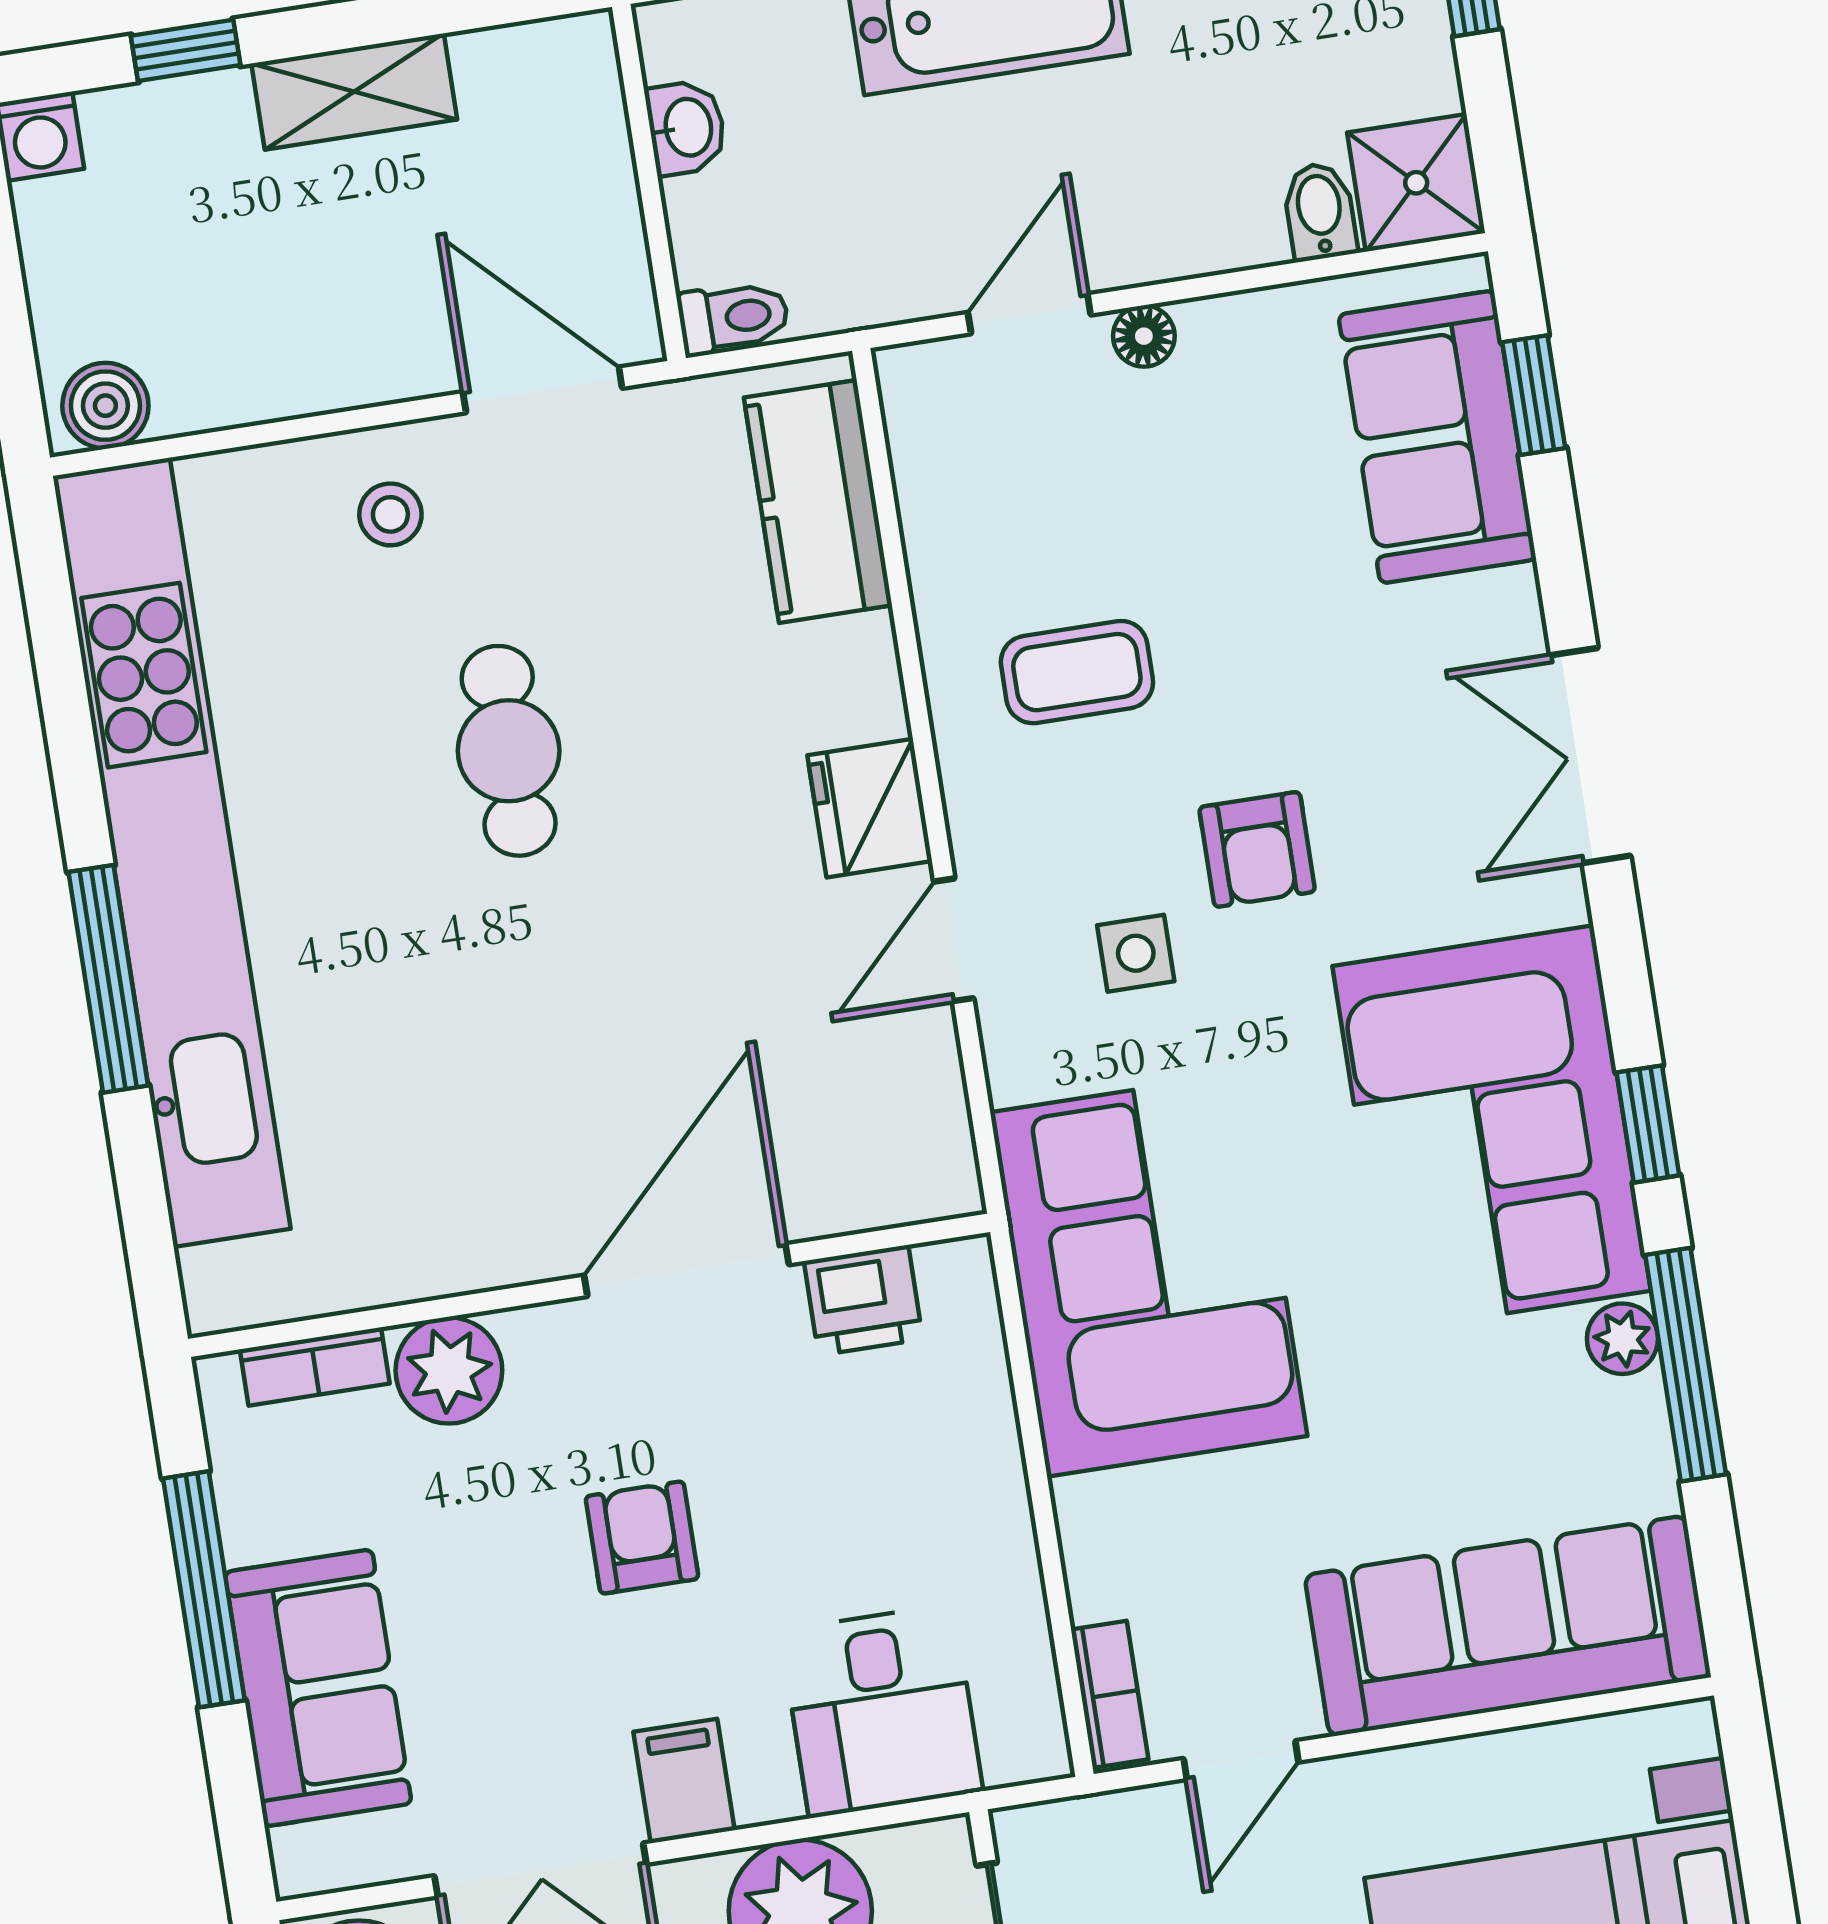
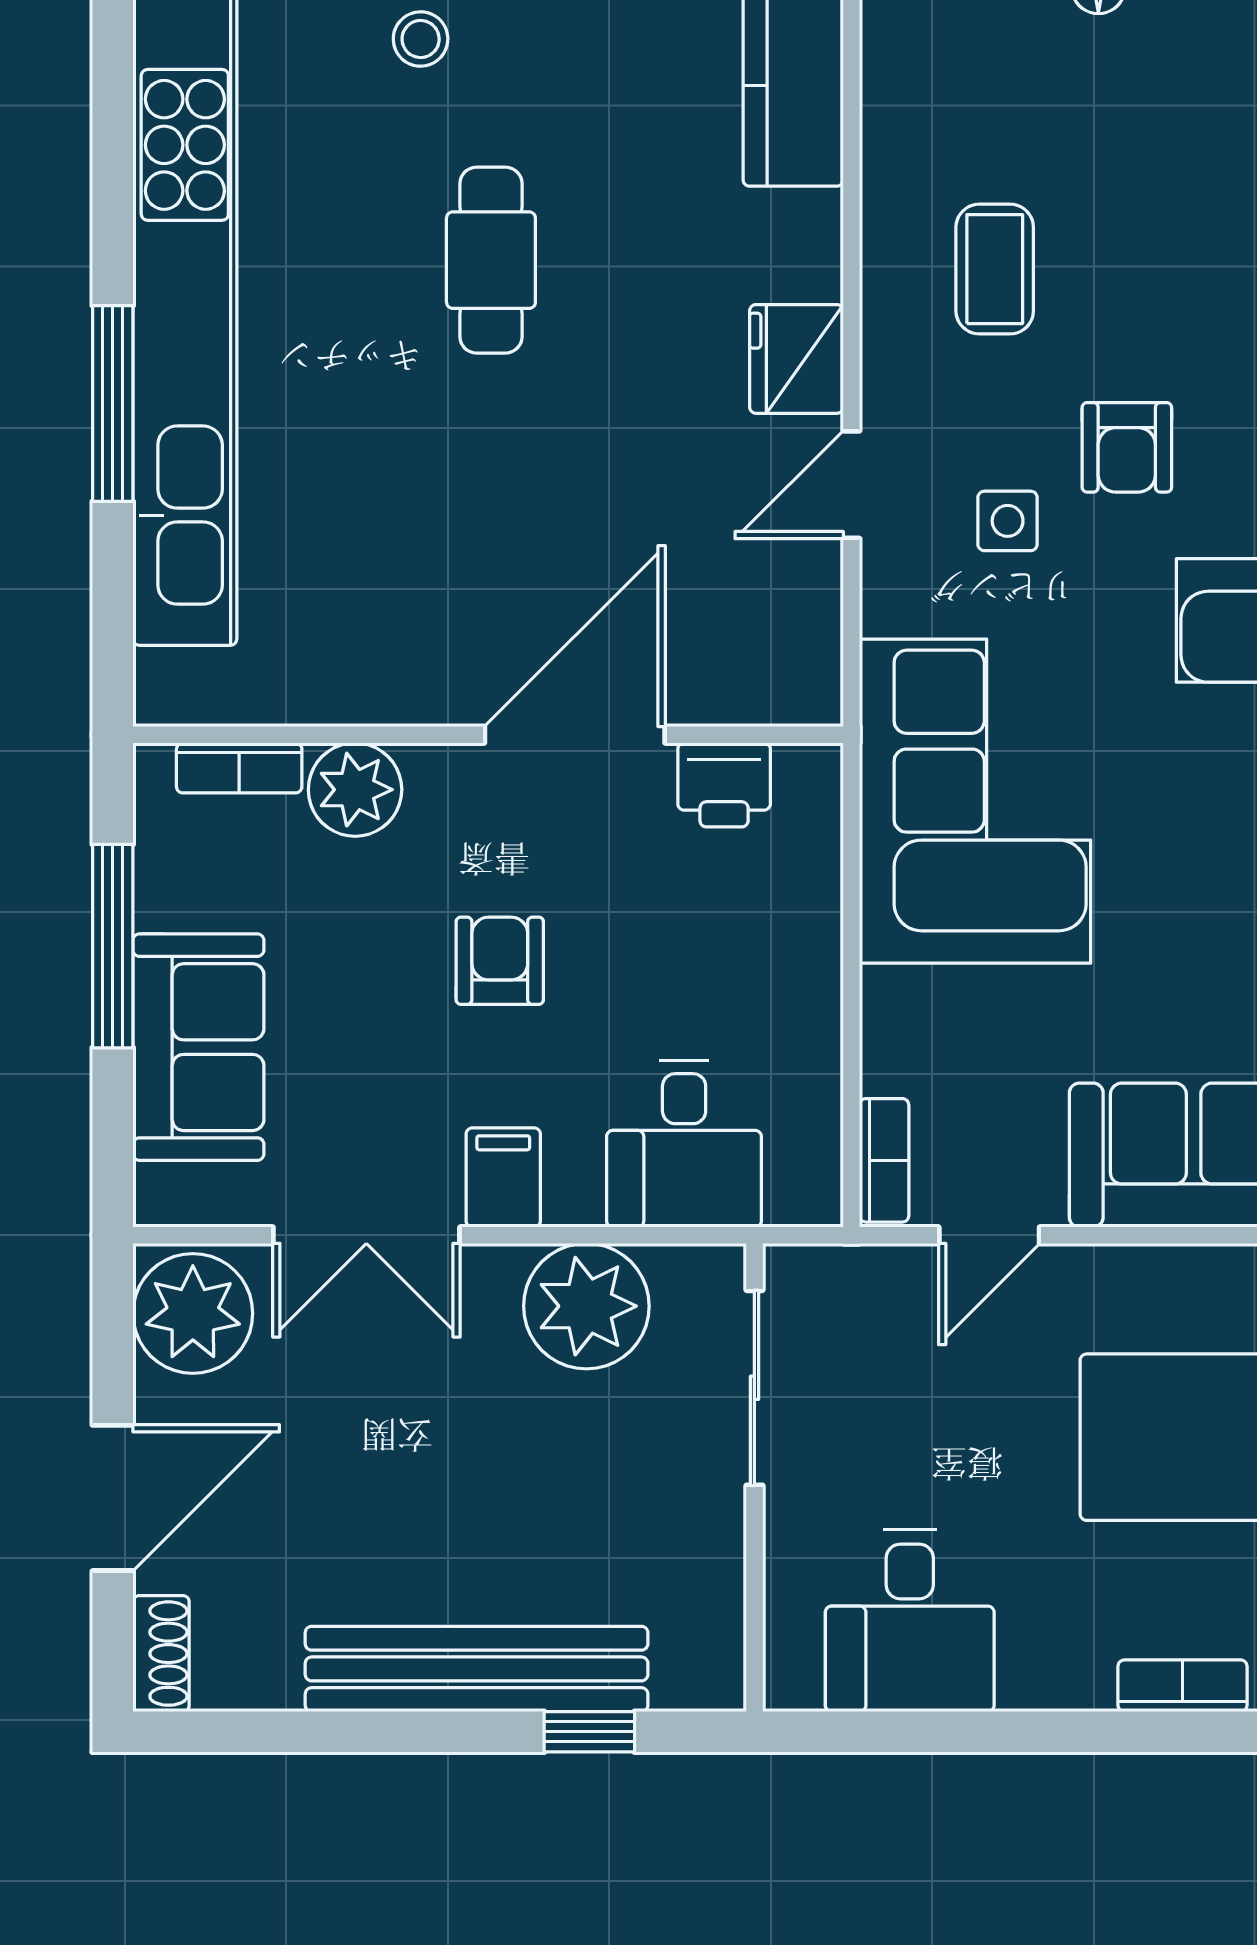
coffee table: (1077, 672) -> (995, 269), turned 90

